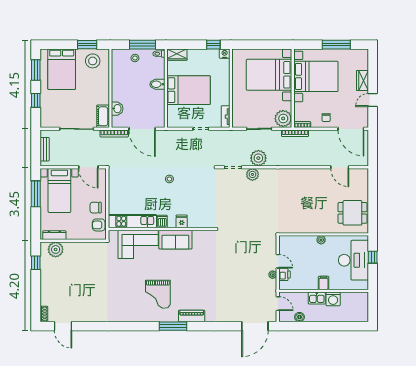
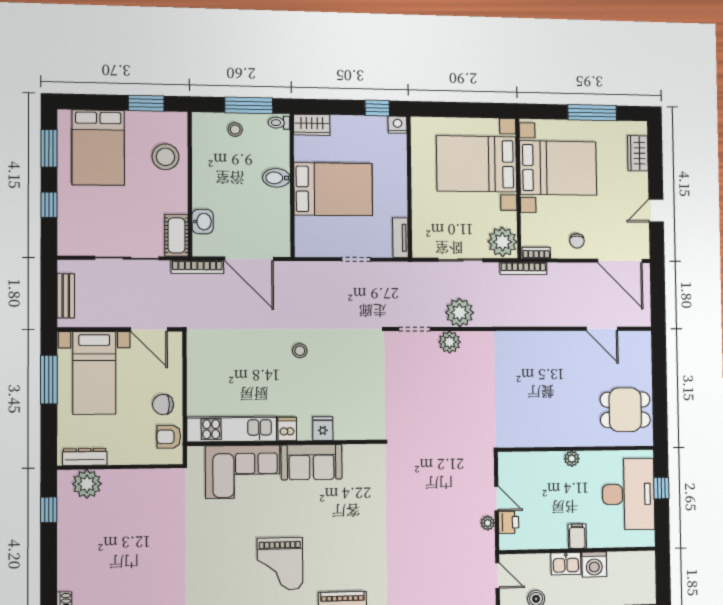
stool: (93, 61) -> (165, 157), moved
wardrobe: (363, 81) -> (638, 153), moved

